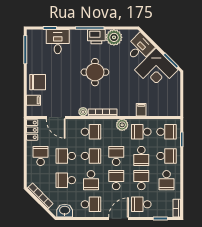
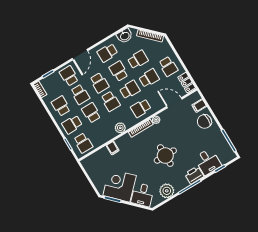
printer: (96, 37) -> (194, 175), moved
school desk: (141, 132) -> (102, 131), removed
school desk: (167, 132) -> (83, 143), turned -90
school desk: (91, 156) -> (130, 90), turned 180
school desk: (141, 204) -> (69, 76), turned -90

